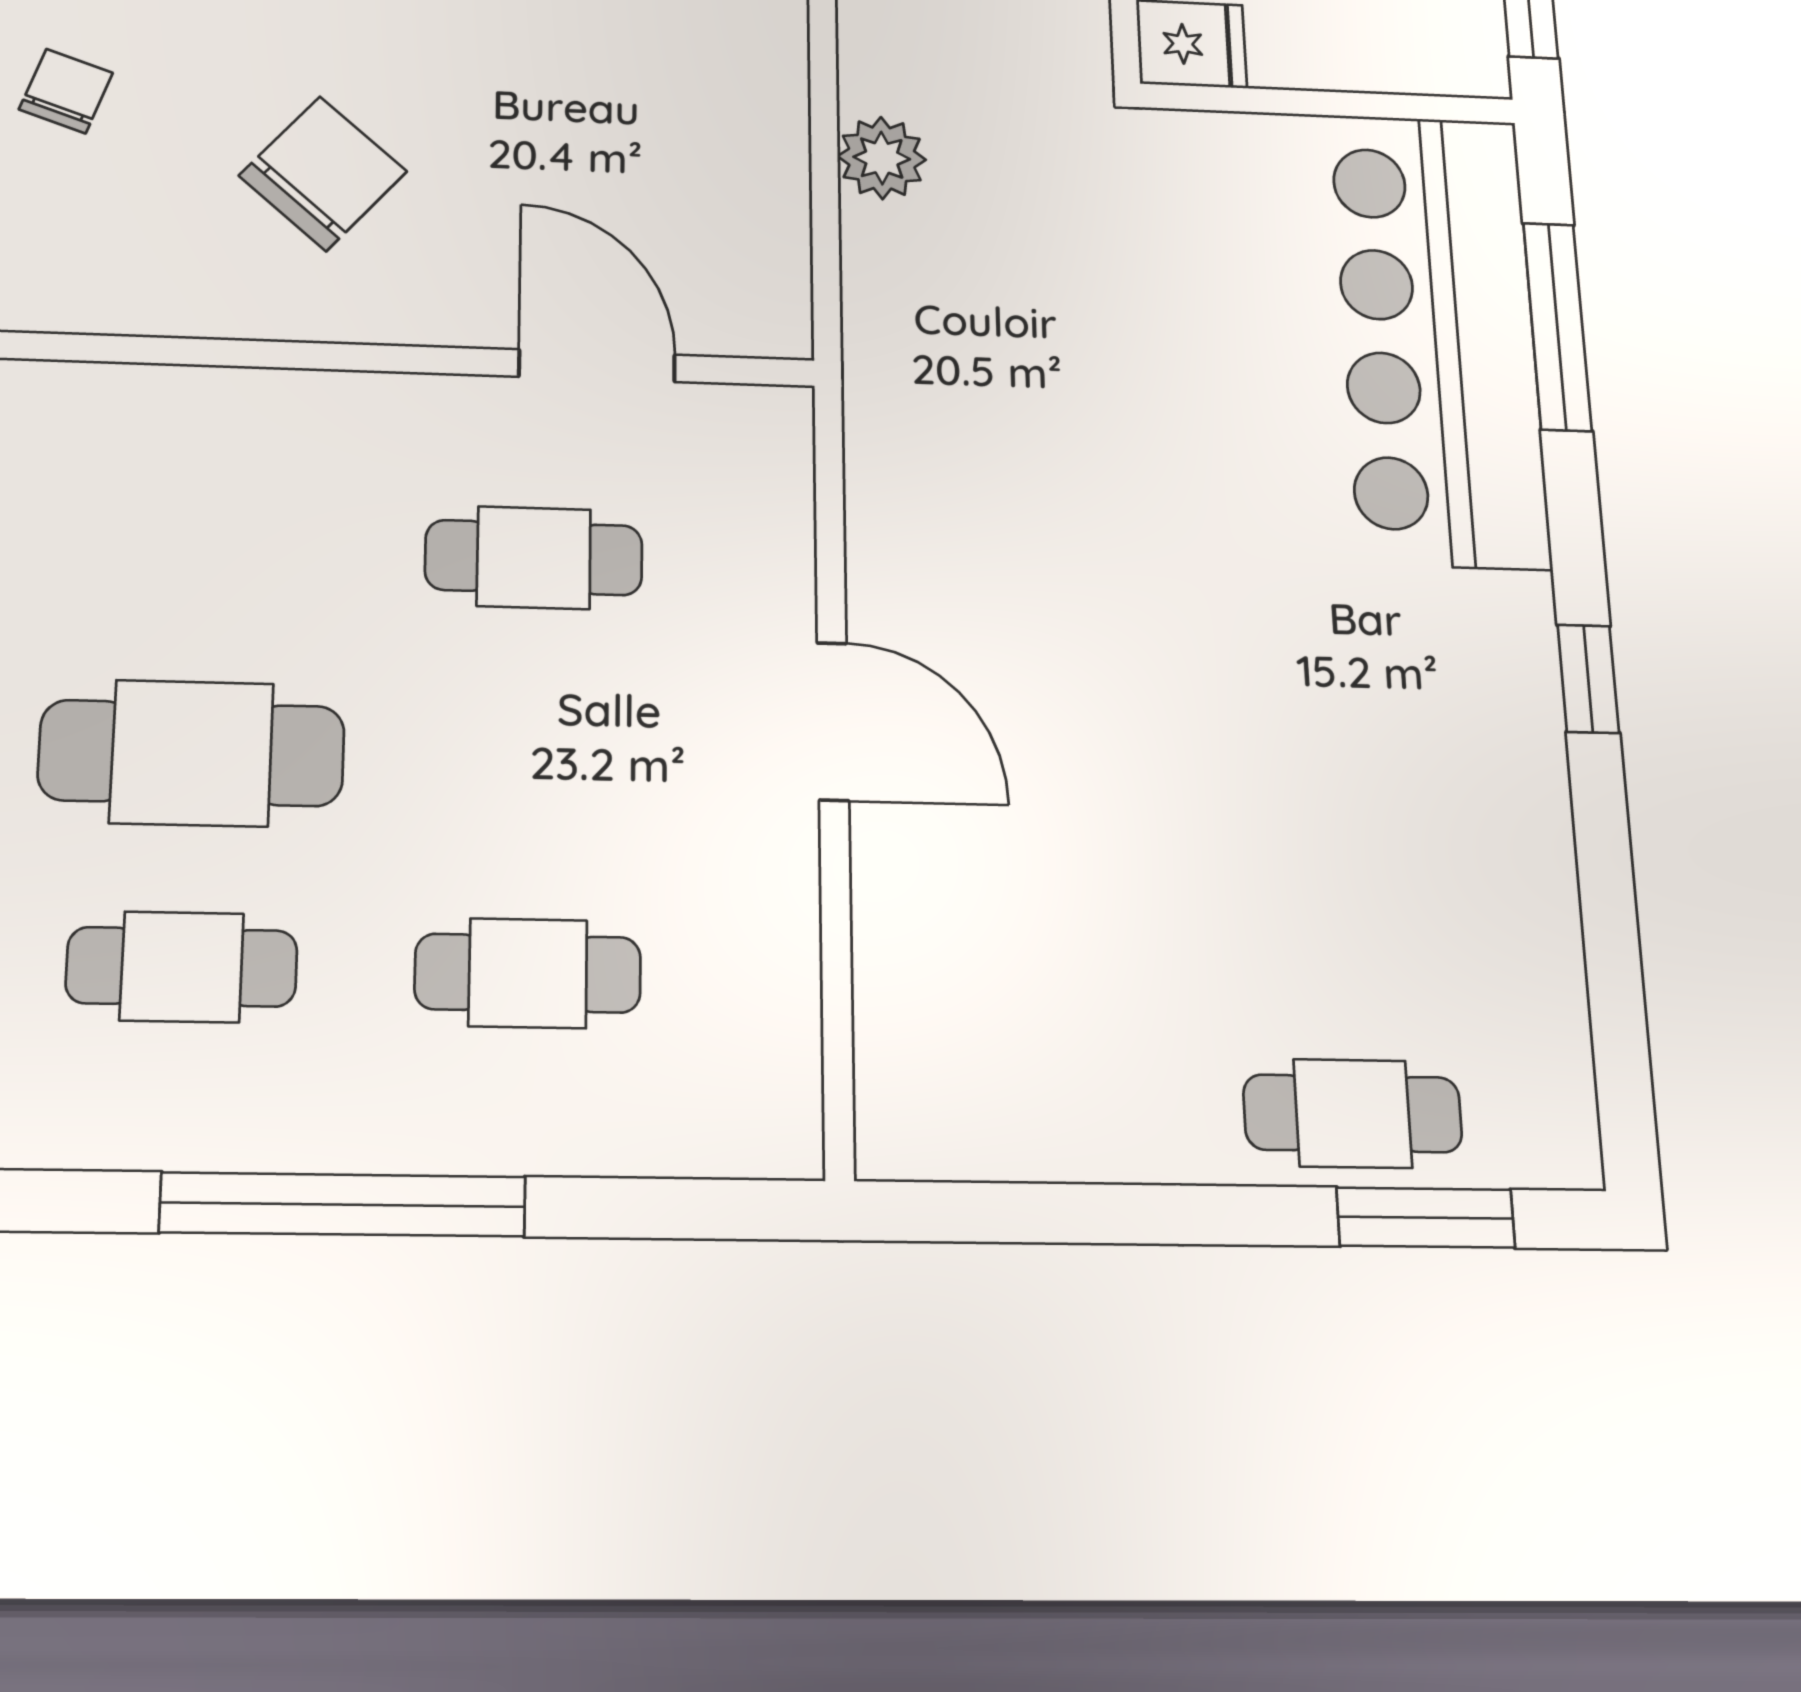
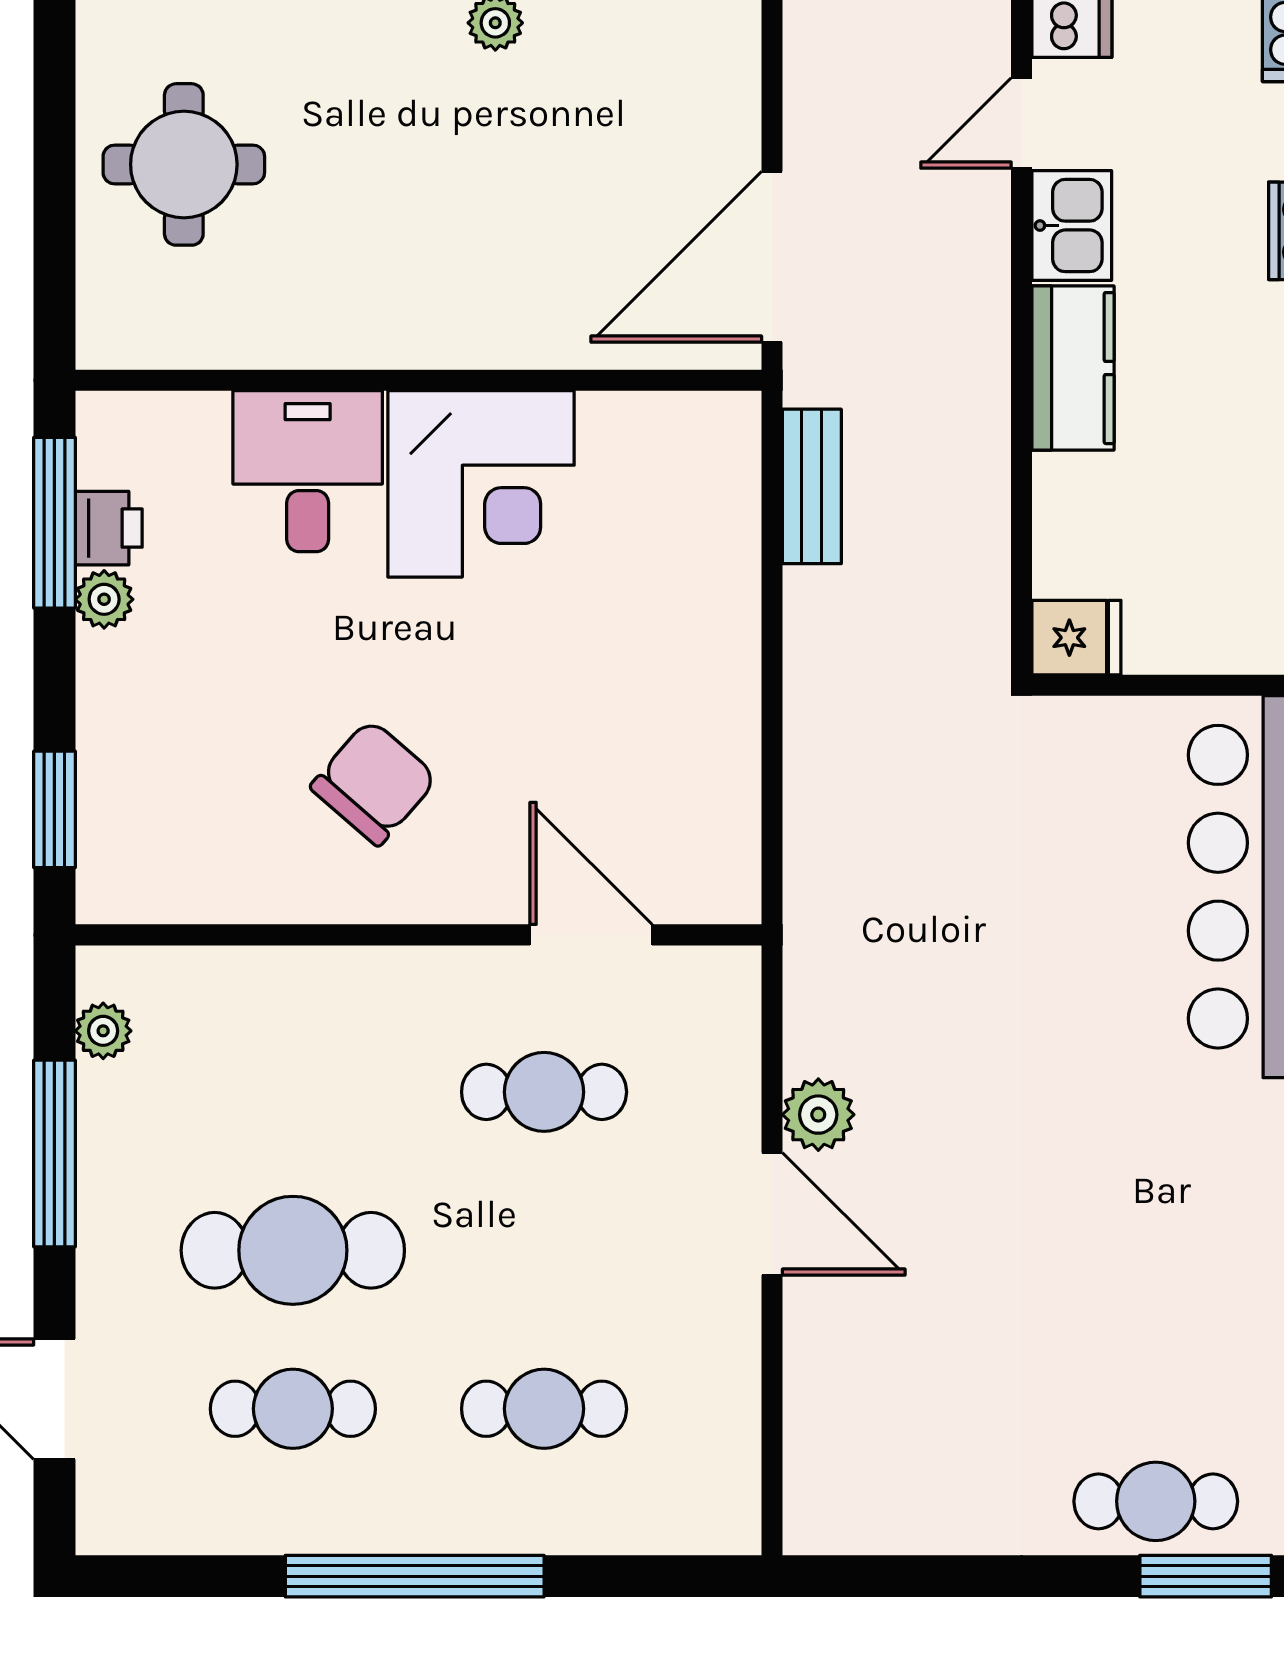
chair: (66, 91) -> (171, 721), removed
plant: (882, 158) -> (818, 1115), moved

